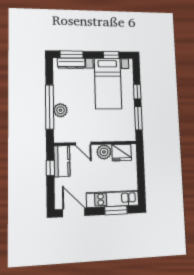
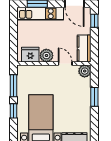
window: (50, 107) -> (94, 97), width x0.47
plant: (60, 110) -> (85, 71), moved
window: (50, 168) -> (94, 21), moved

